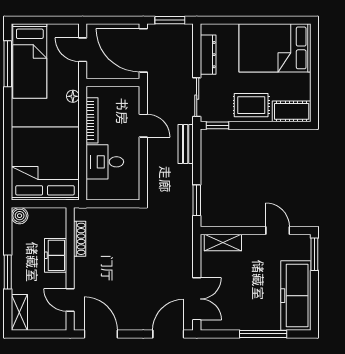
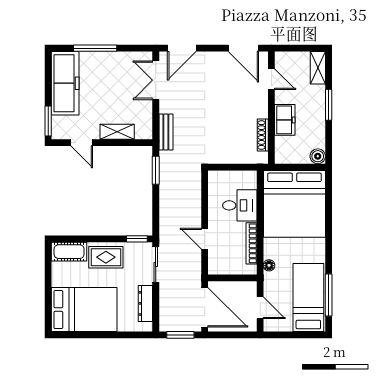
bench: (186, 144) -> (166, 132), moved
shelving: (223, 242) -> (117, 132), moved

